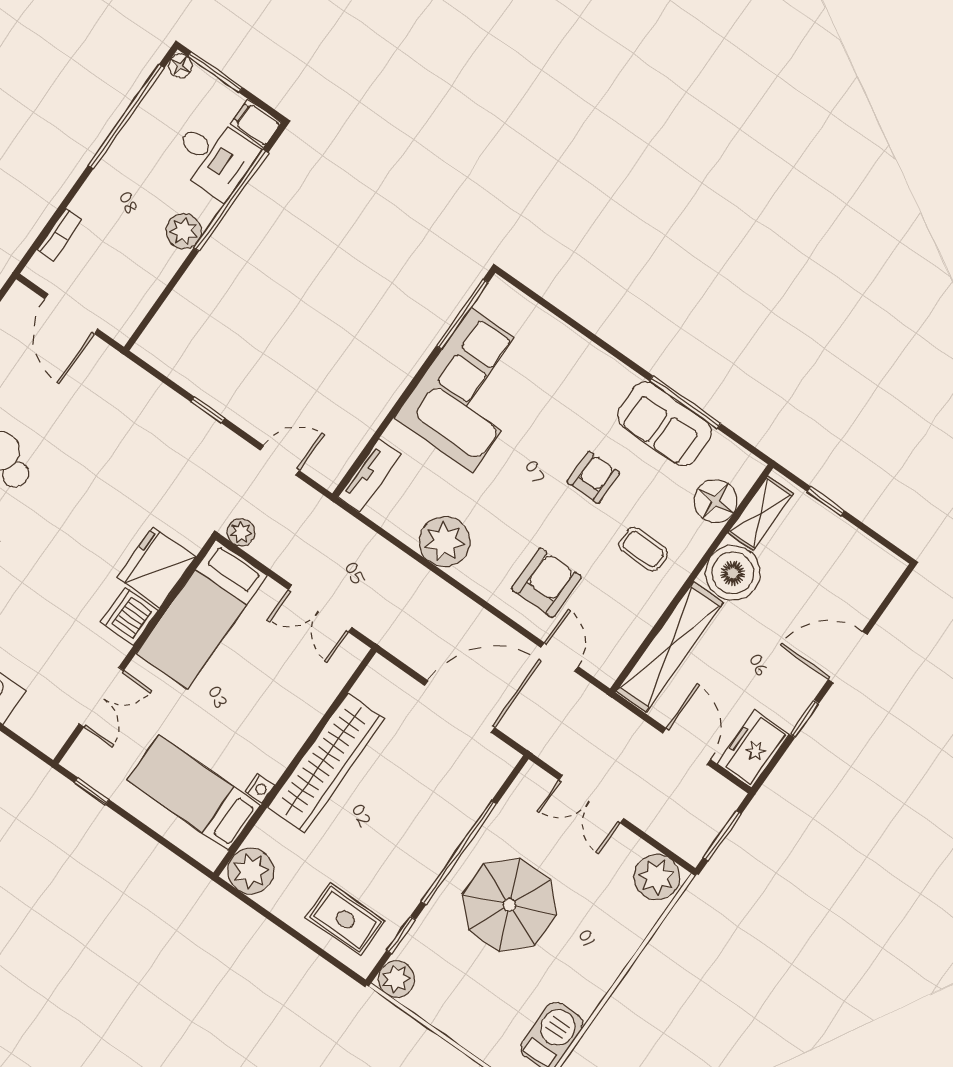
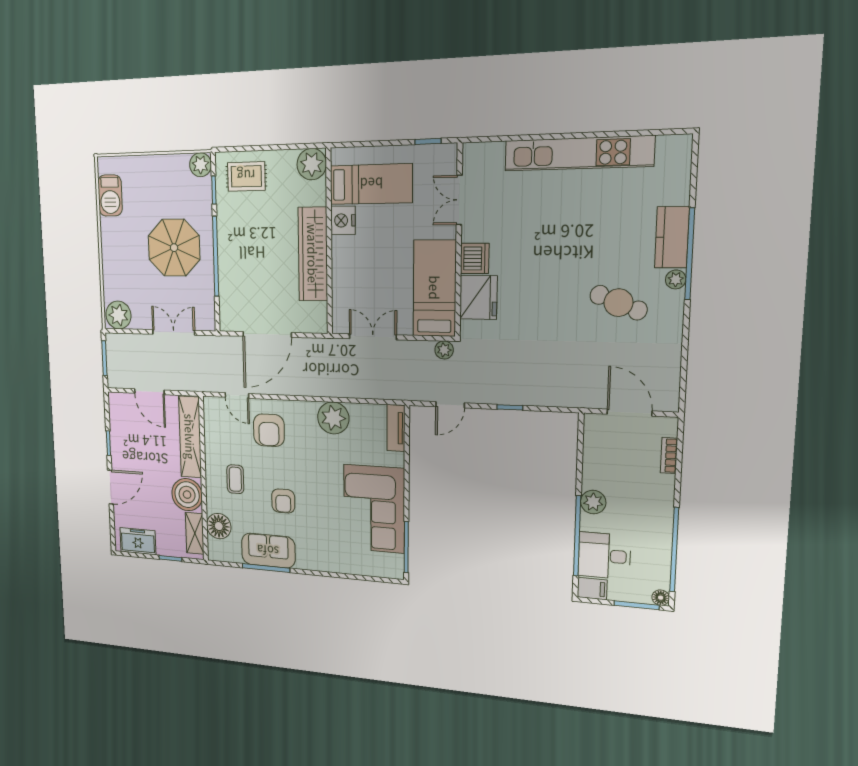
coffee table: (643, 549) -> (235, 479), turned 90
freezer: (753, 749) -> (138, 541), moved, turned -90
nightstand: (260, 788) -> (343, 220), width x1.89, depth x1.79

